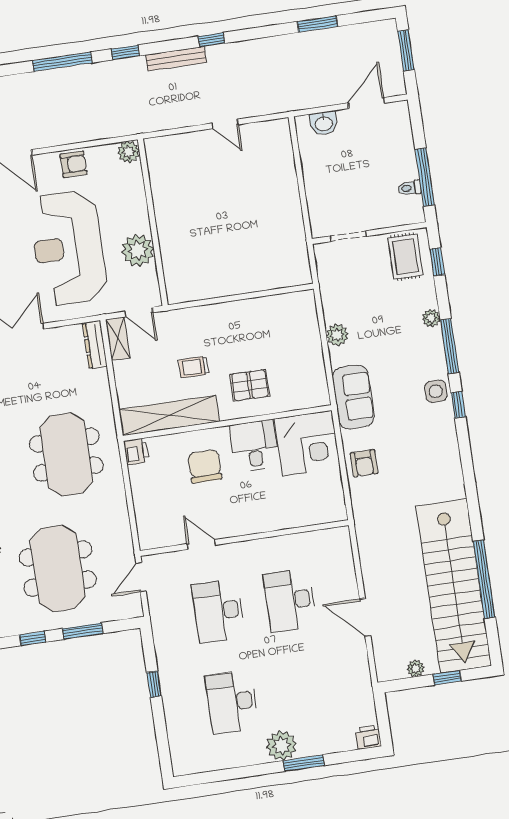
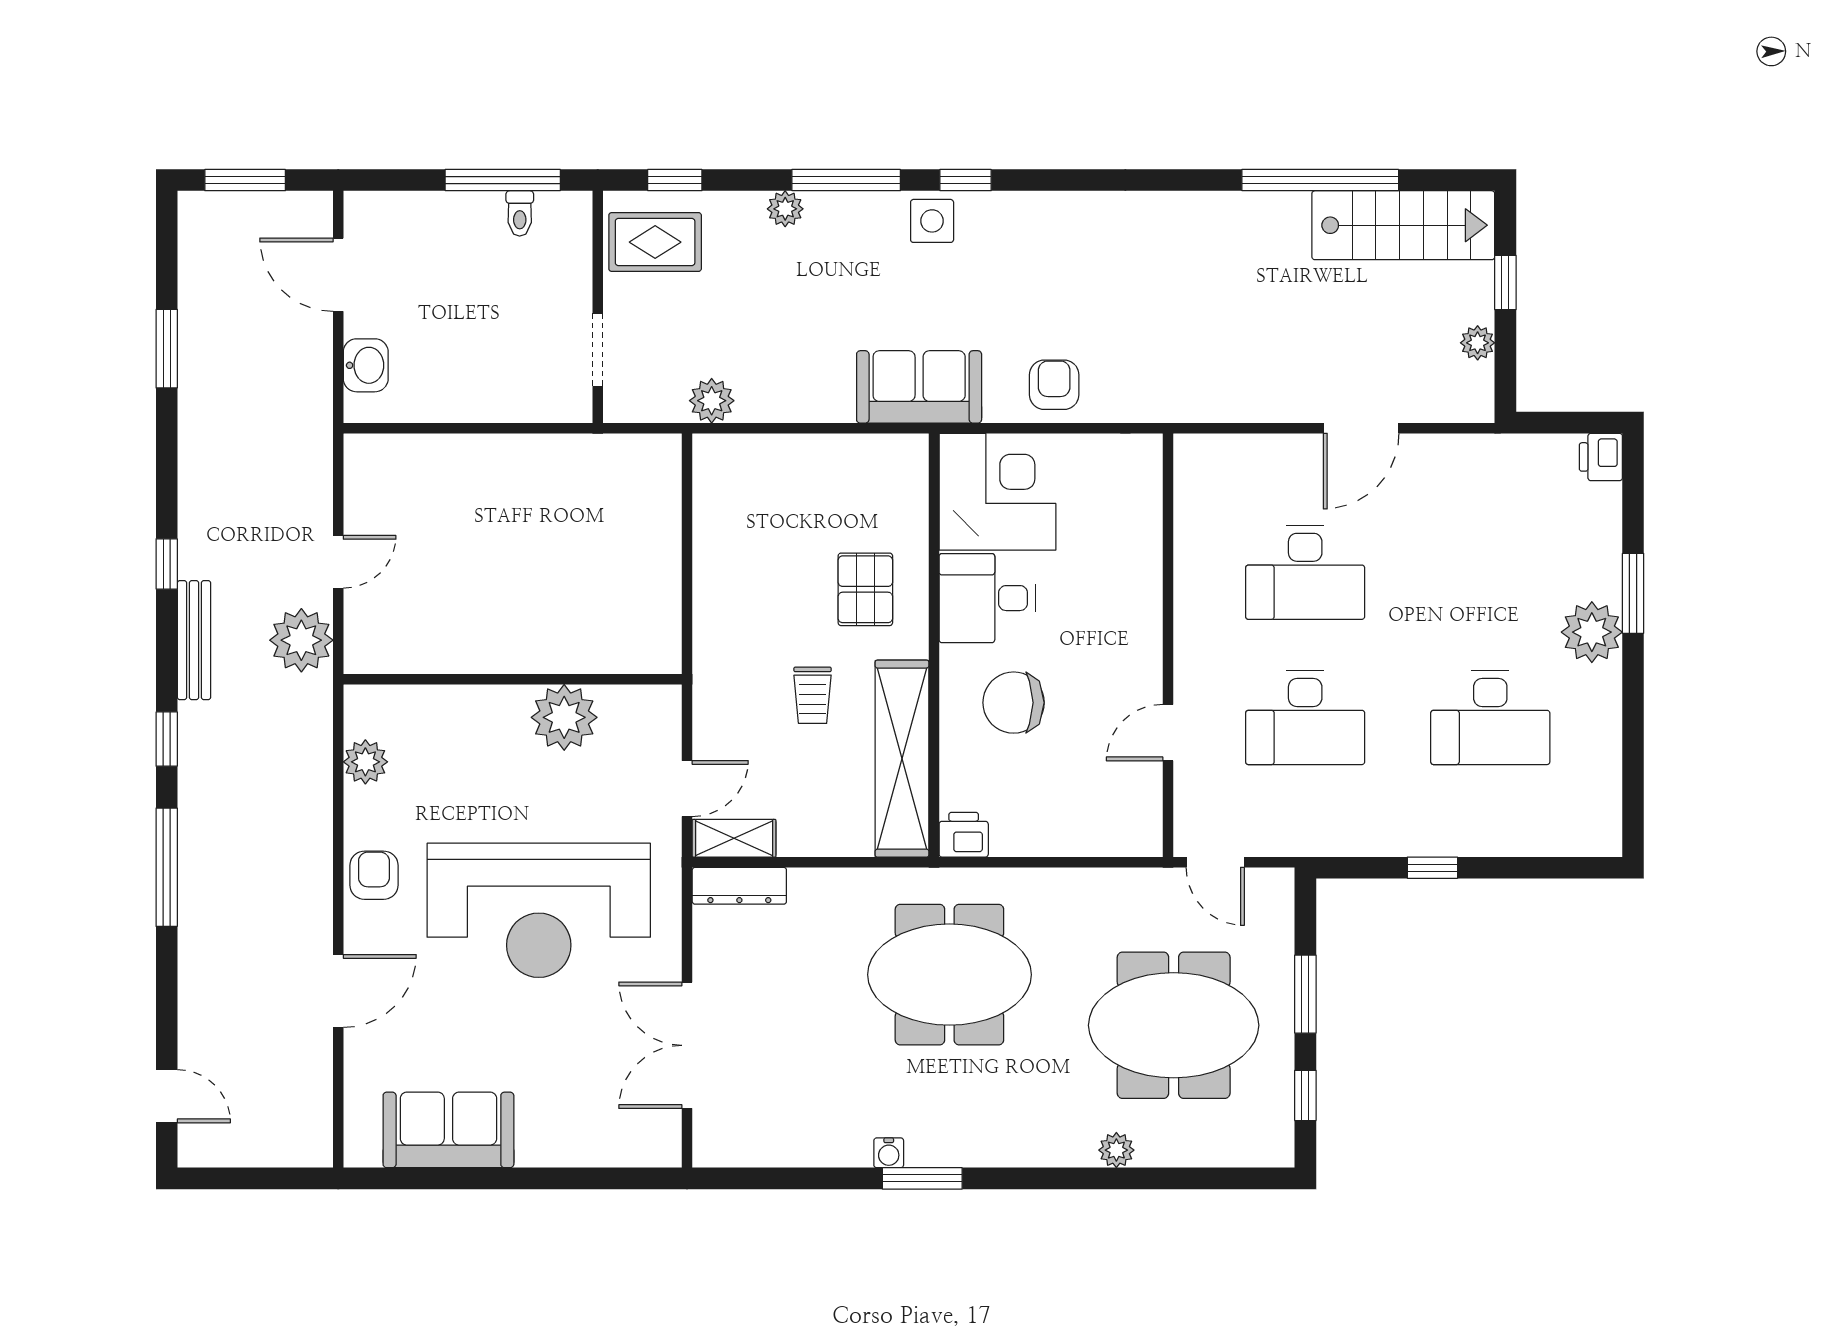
plant: (184, 111) -> (301, 640), added
wall: (153, 222) -> (513, 679), moved
plant: (138, 250) -> (564, 717), moved
plant: (337, 335) -> (712, 401), moved
armchair: (364, 463) -> (1054, 385), turned -90
stairs: (454, 586) -> (1403, 225), width x0.54, depth x0.66

